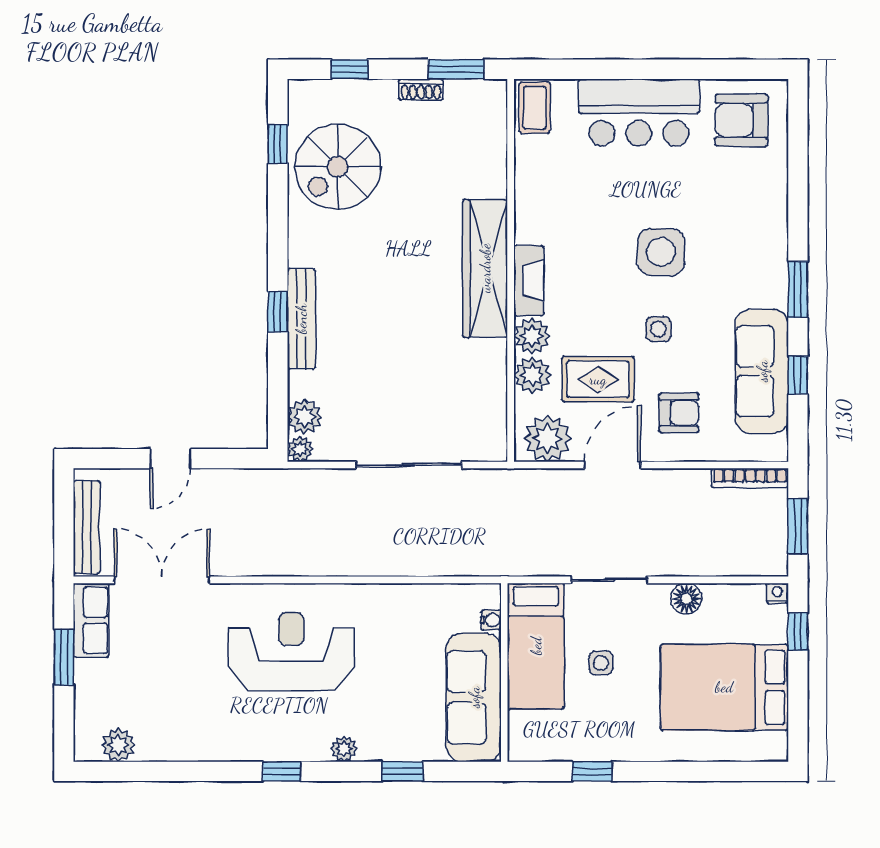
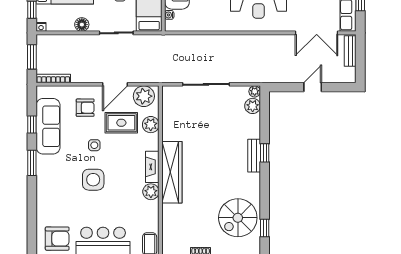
spiral stairs: (338, 167) -> (238, 218), turned 180
bench: (301, 319) -> (254, 156), width x0.73
plant: (532, 336) -> (151, 192), moved
armchair: (679, 413) -> (85, 108), turned 180
bench: (87, 527) -> (350, 51), width x0.73

